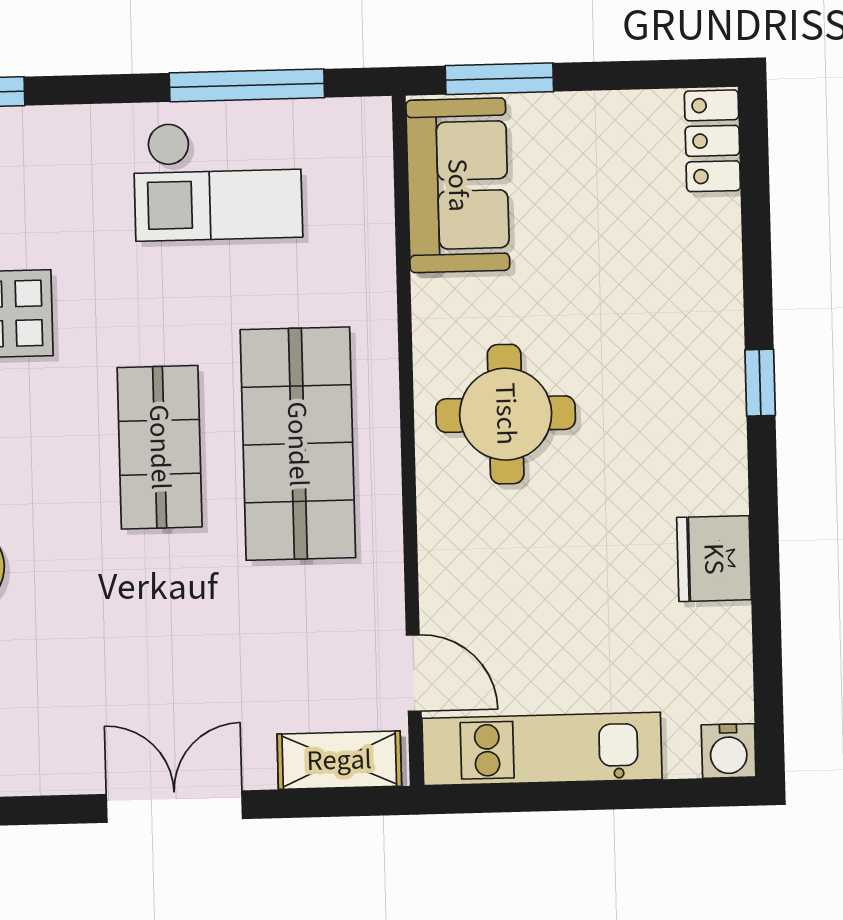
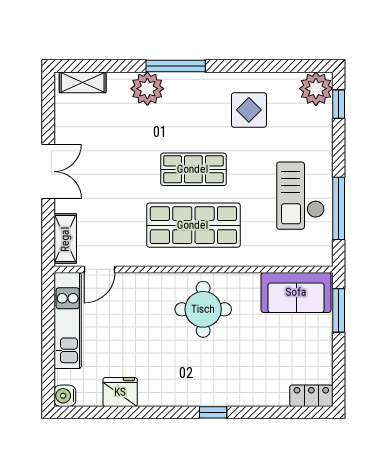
fridge: (714, 559) -> (120, 392), moved

